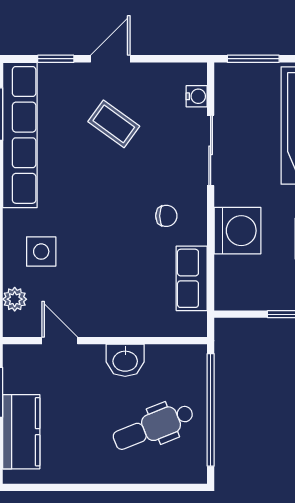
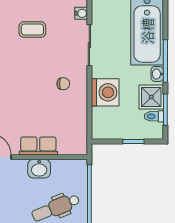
coffee table: (114, 124) -> (32, 30), turned -36
row of seats: (192, 278) -> (38, 146), moved, turned 90

